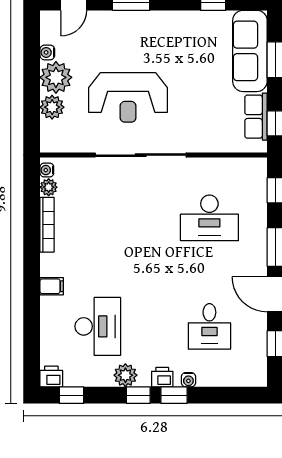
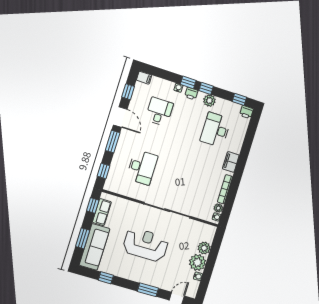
reception desk: (128, 97) -> (146, 245), moved
desk: (209, 218) -> (142, 167), turned 90
filing cabinet: (52, 286) -> (231, 162), width x2.00
filing cabinet: (255, 378) -> (144, 78), added

